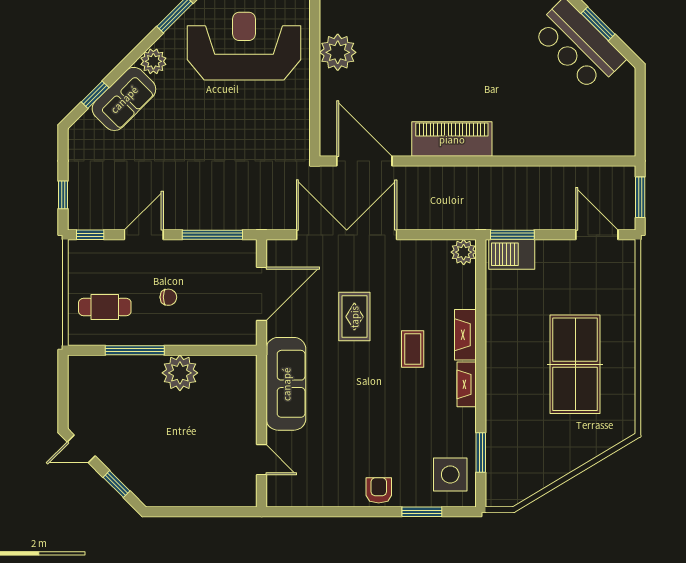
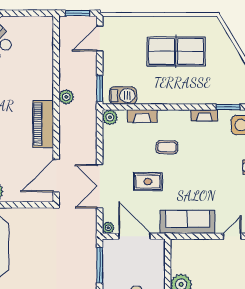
plant: (498, 178) -> (66, 97), added
double door: (347, 235) -> (100, 186), width x0.73
plant: (276, 249) -> (108, 228), added
barbecue: (512, 254) -> (123, 95), moved, turned -90
fireplace: (465, 335) -> (142, 116), moved
fireplace: (467, 384) -> (204, 115), moved

